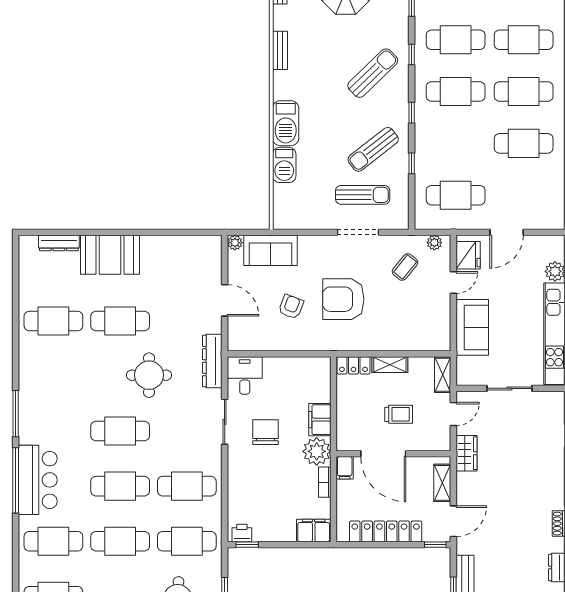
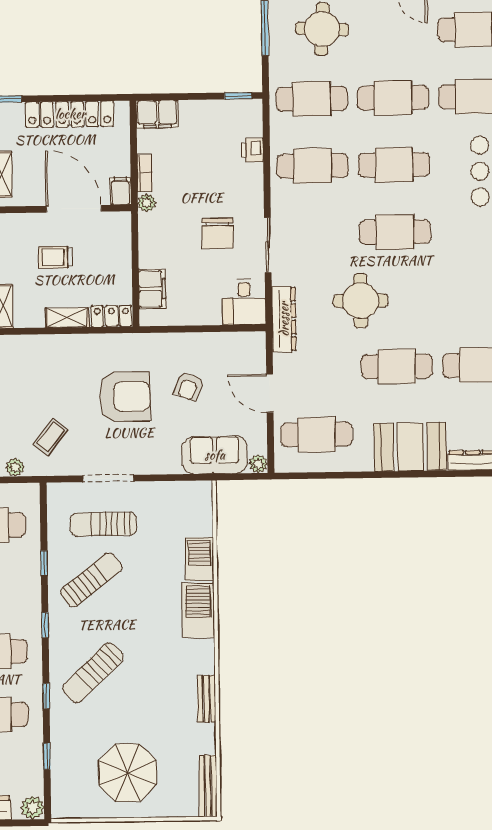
cafe table: (187, 266) -> (316, 435), added
filing cabinet: (320, 420) -> (152, 289), moved
plant: (317, 451) -> (147, 203), width x0.53, depth x0.53
printer: (242, 533) -> (252, 150), moved, turned 90

